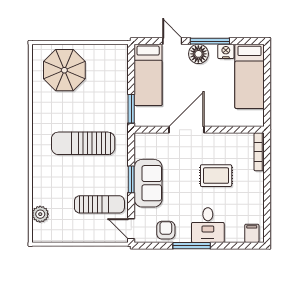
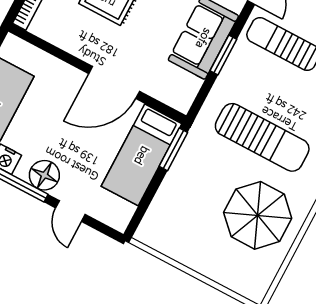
parasol: (64, 70) -> (258, 215), moved
bed: (148, 75) -> (141, 155), moved, turned 180

